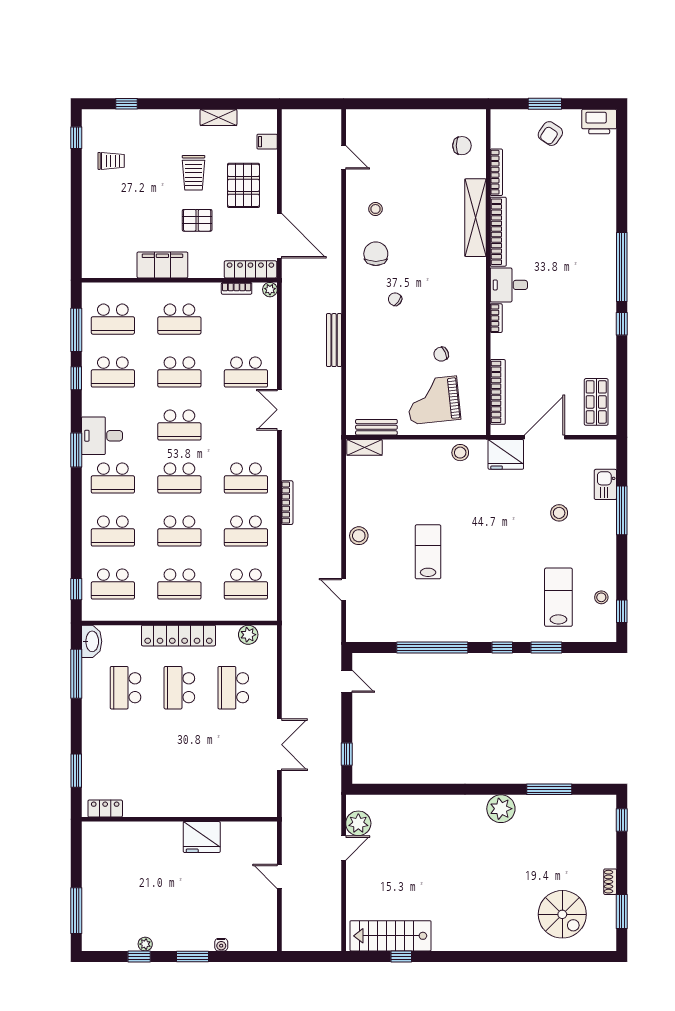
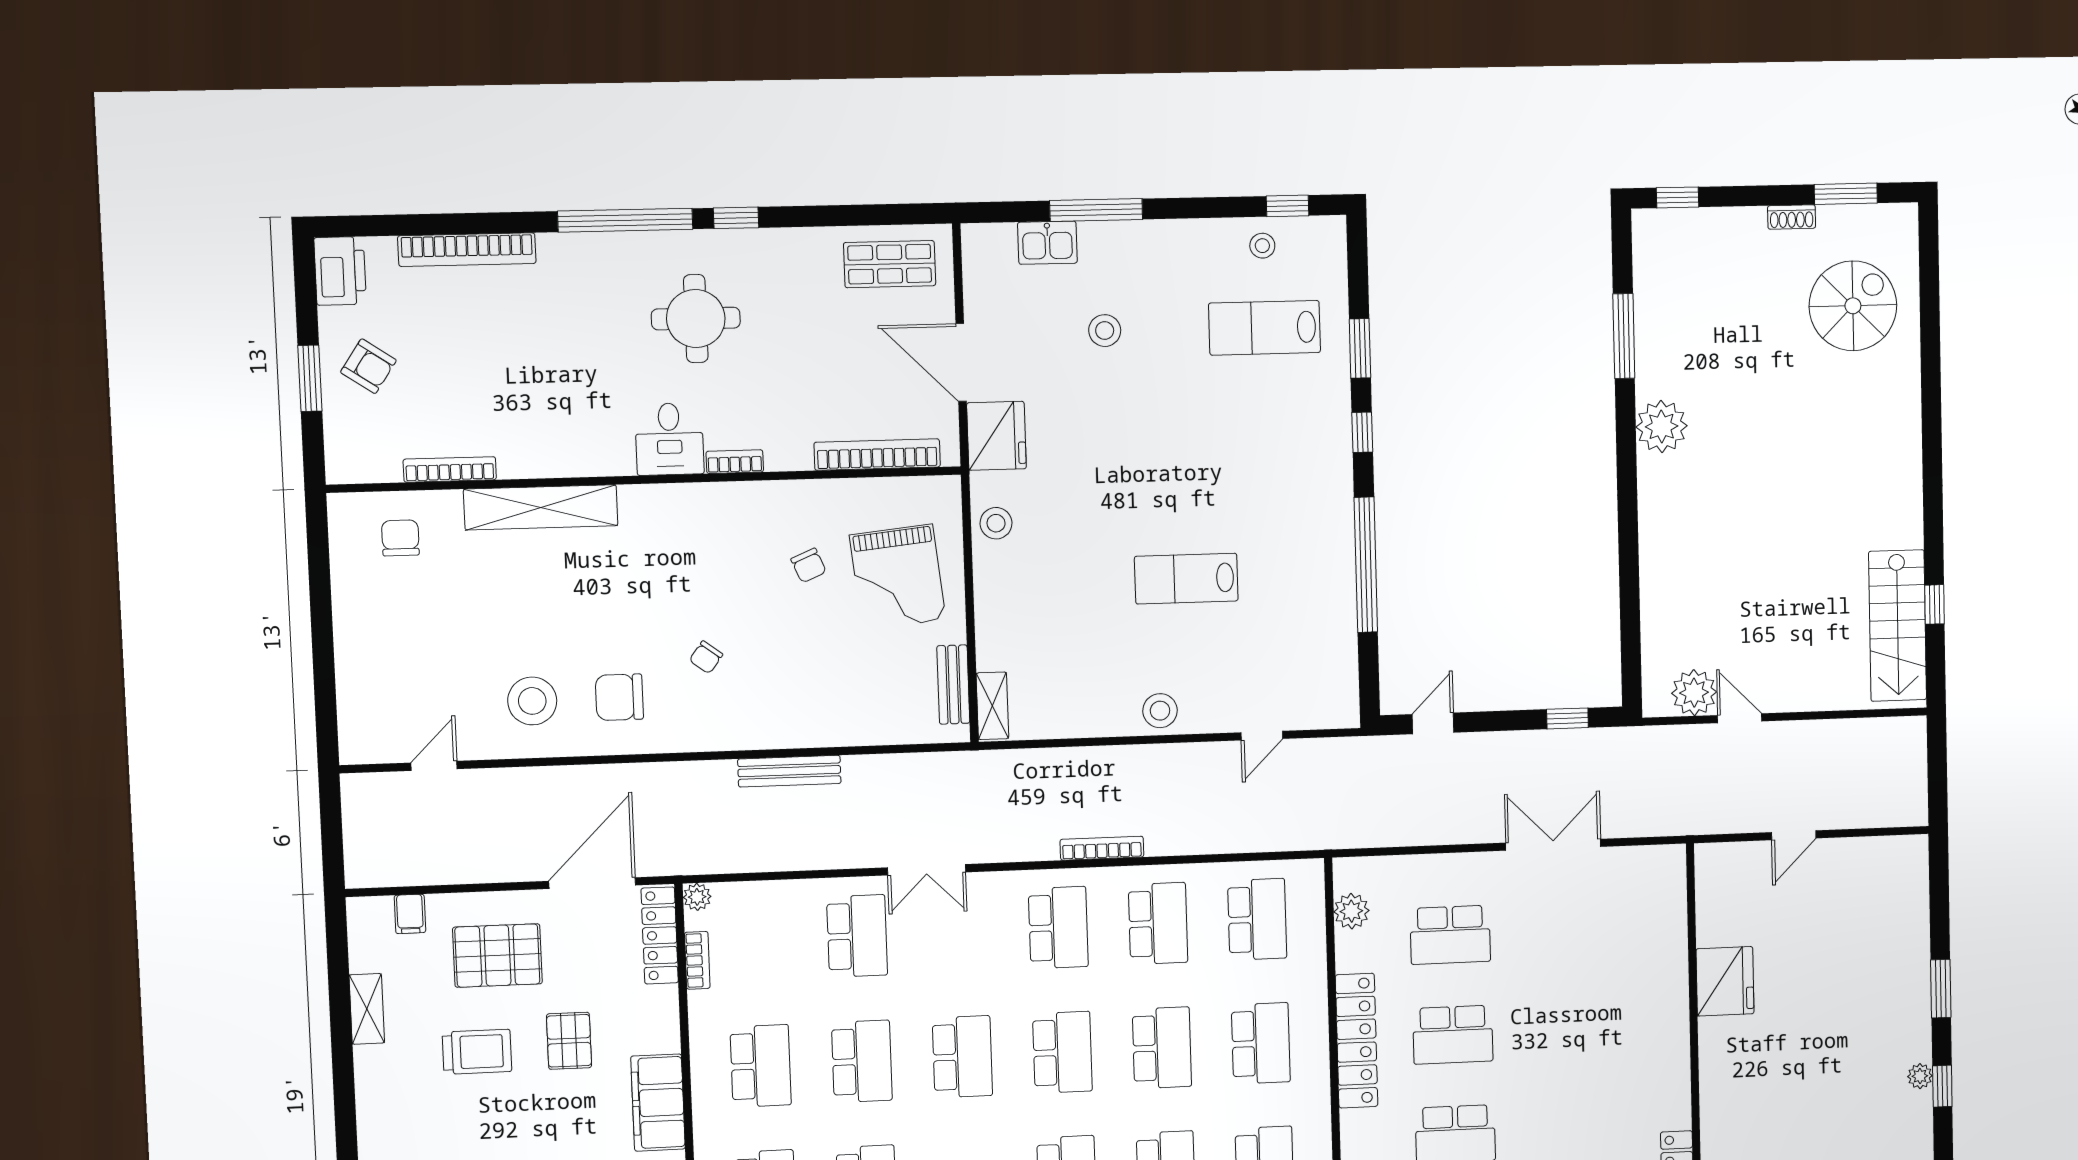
stool: (375, 209) -> (532, 701), width x1.89, depth x1.89
bookcase: (498, 232) -> (467, 250), moved, turned 180
round table: (571, 301) -> (696, 319), added
water cooler: (221, 945) -> (1919, 937), removed

